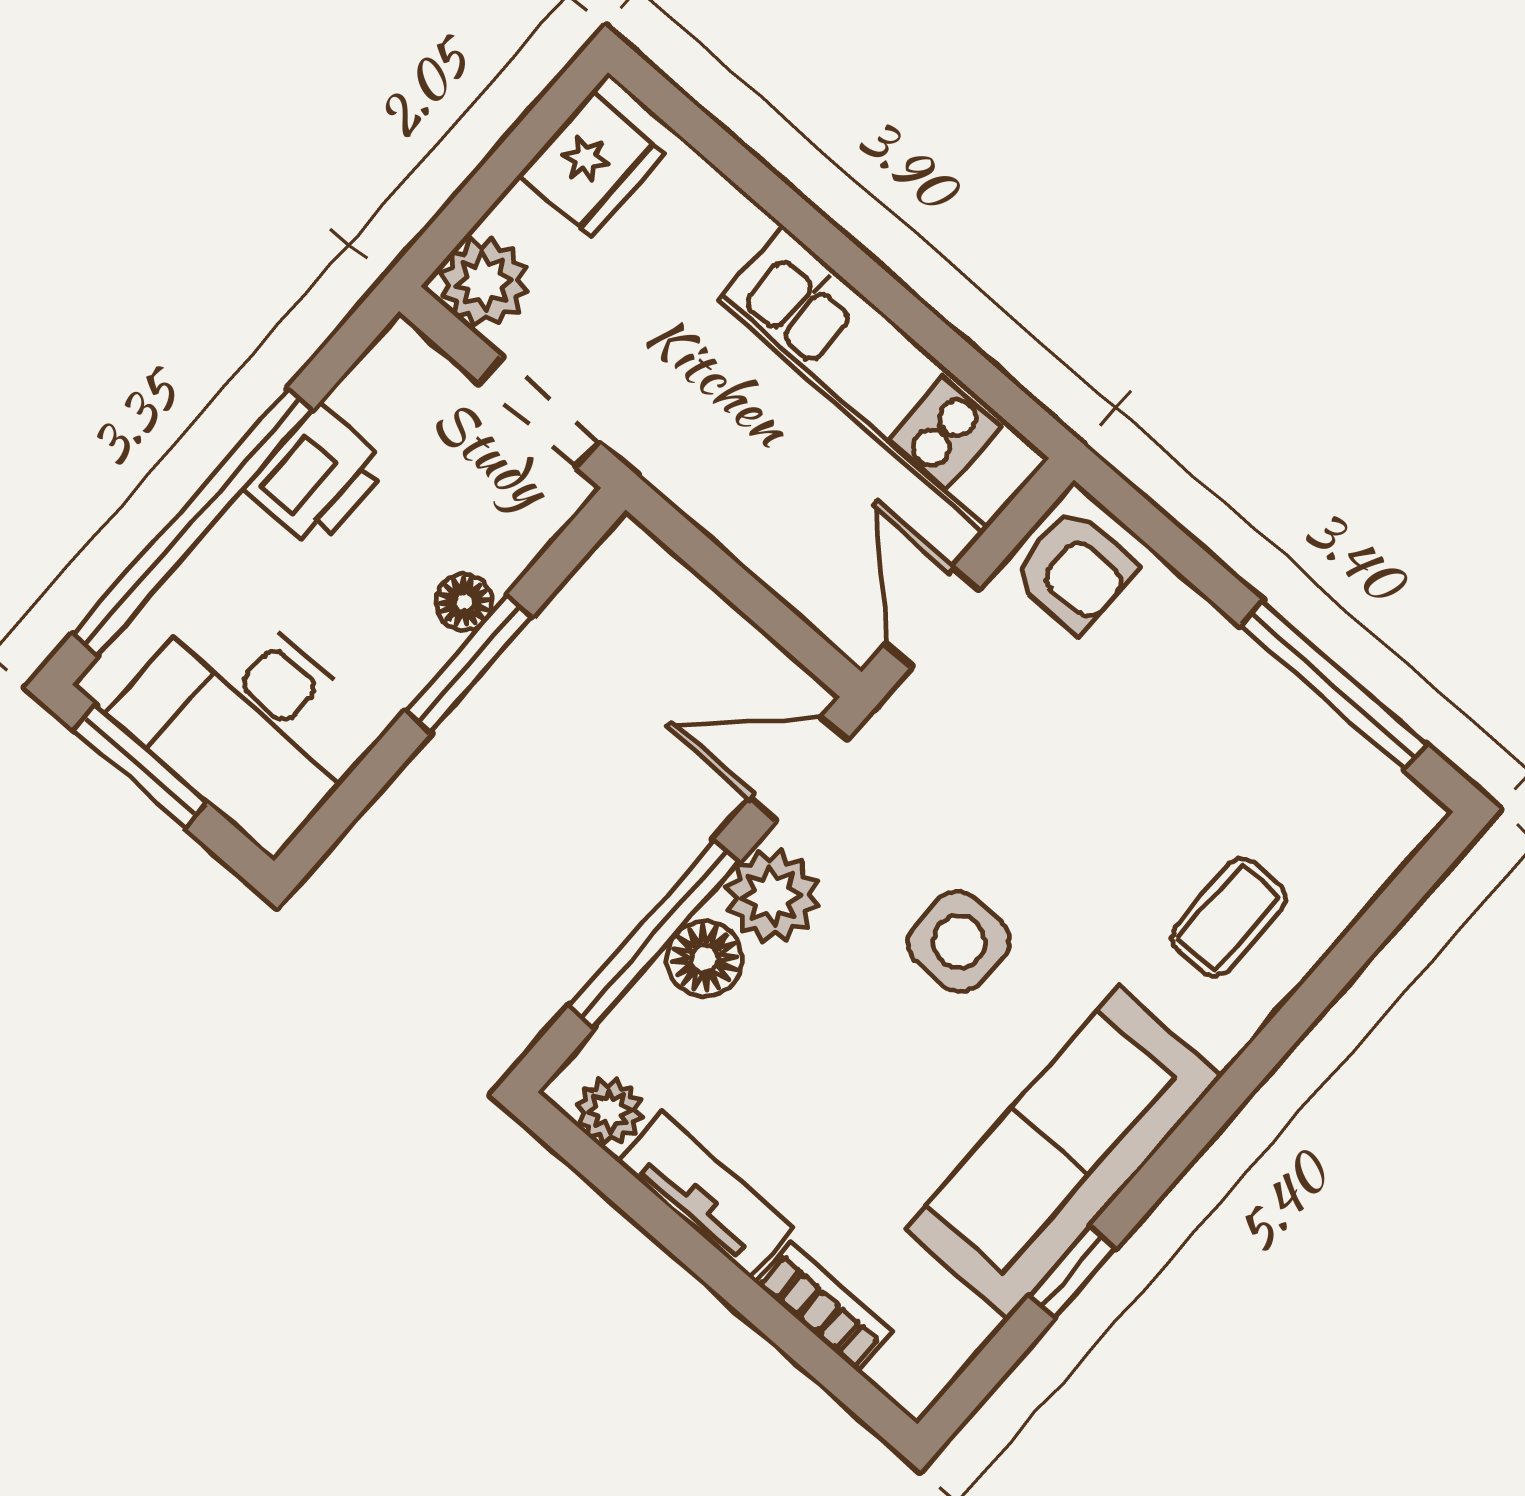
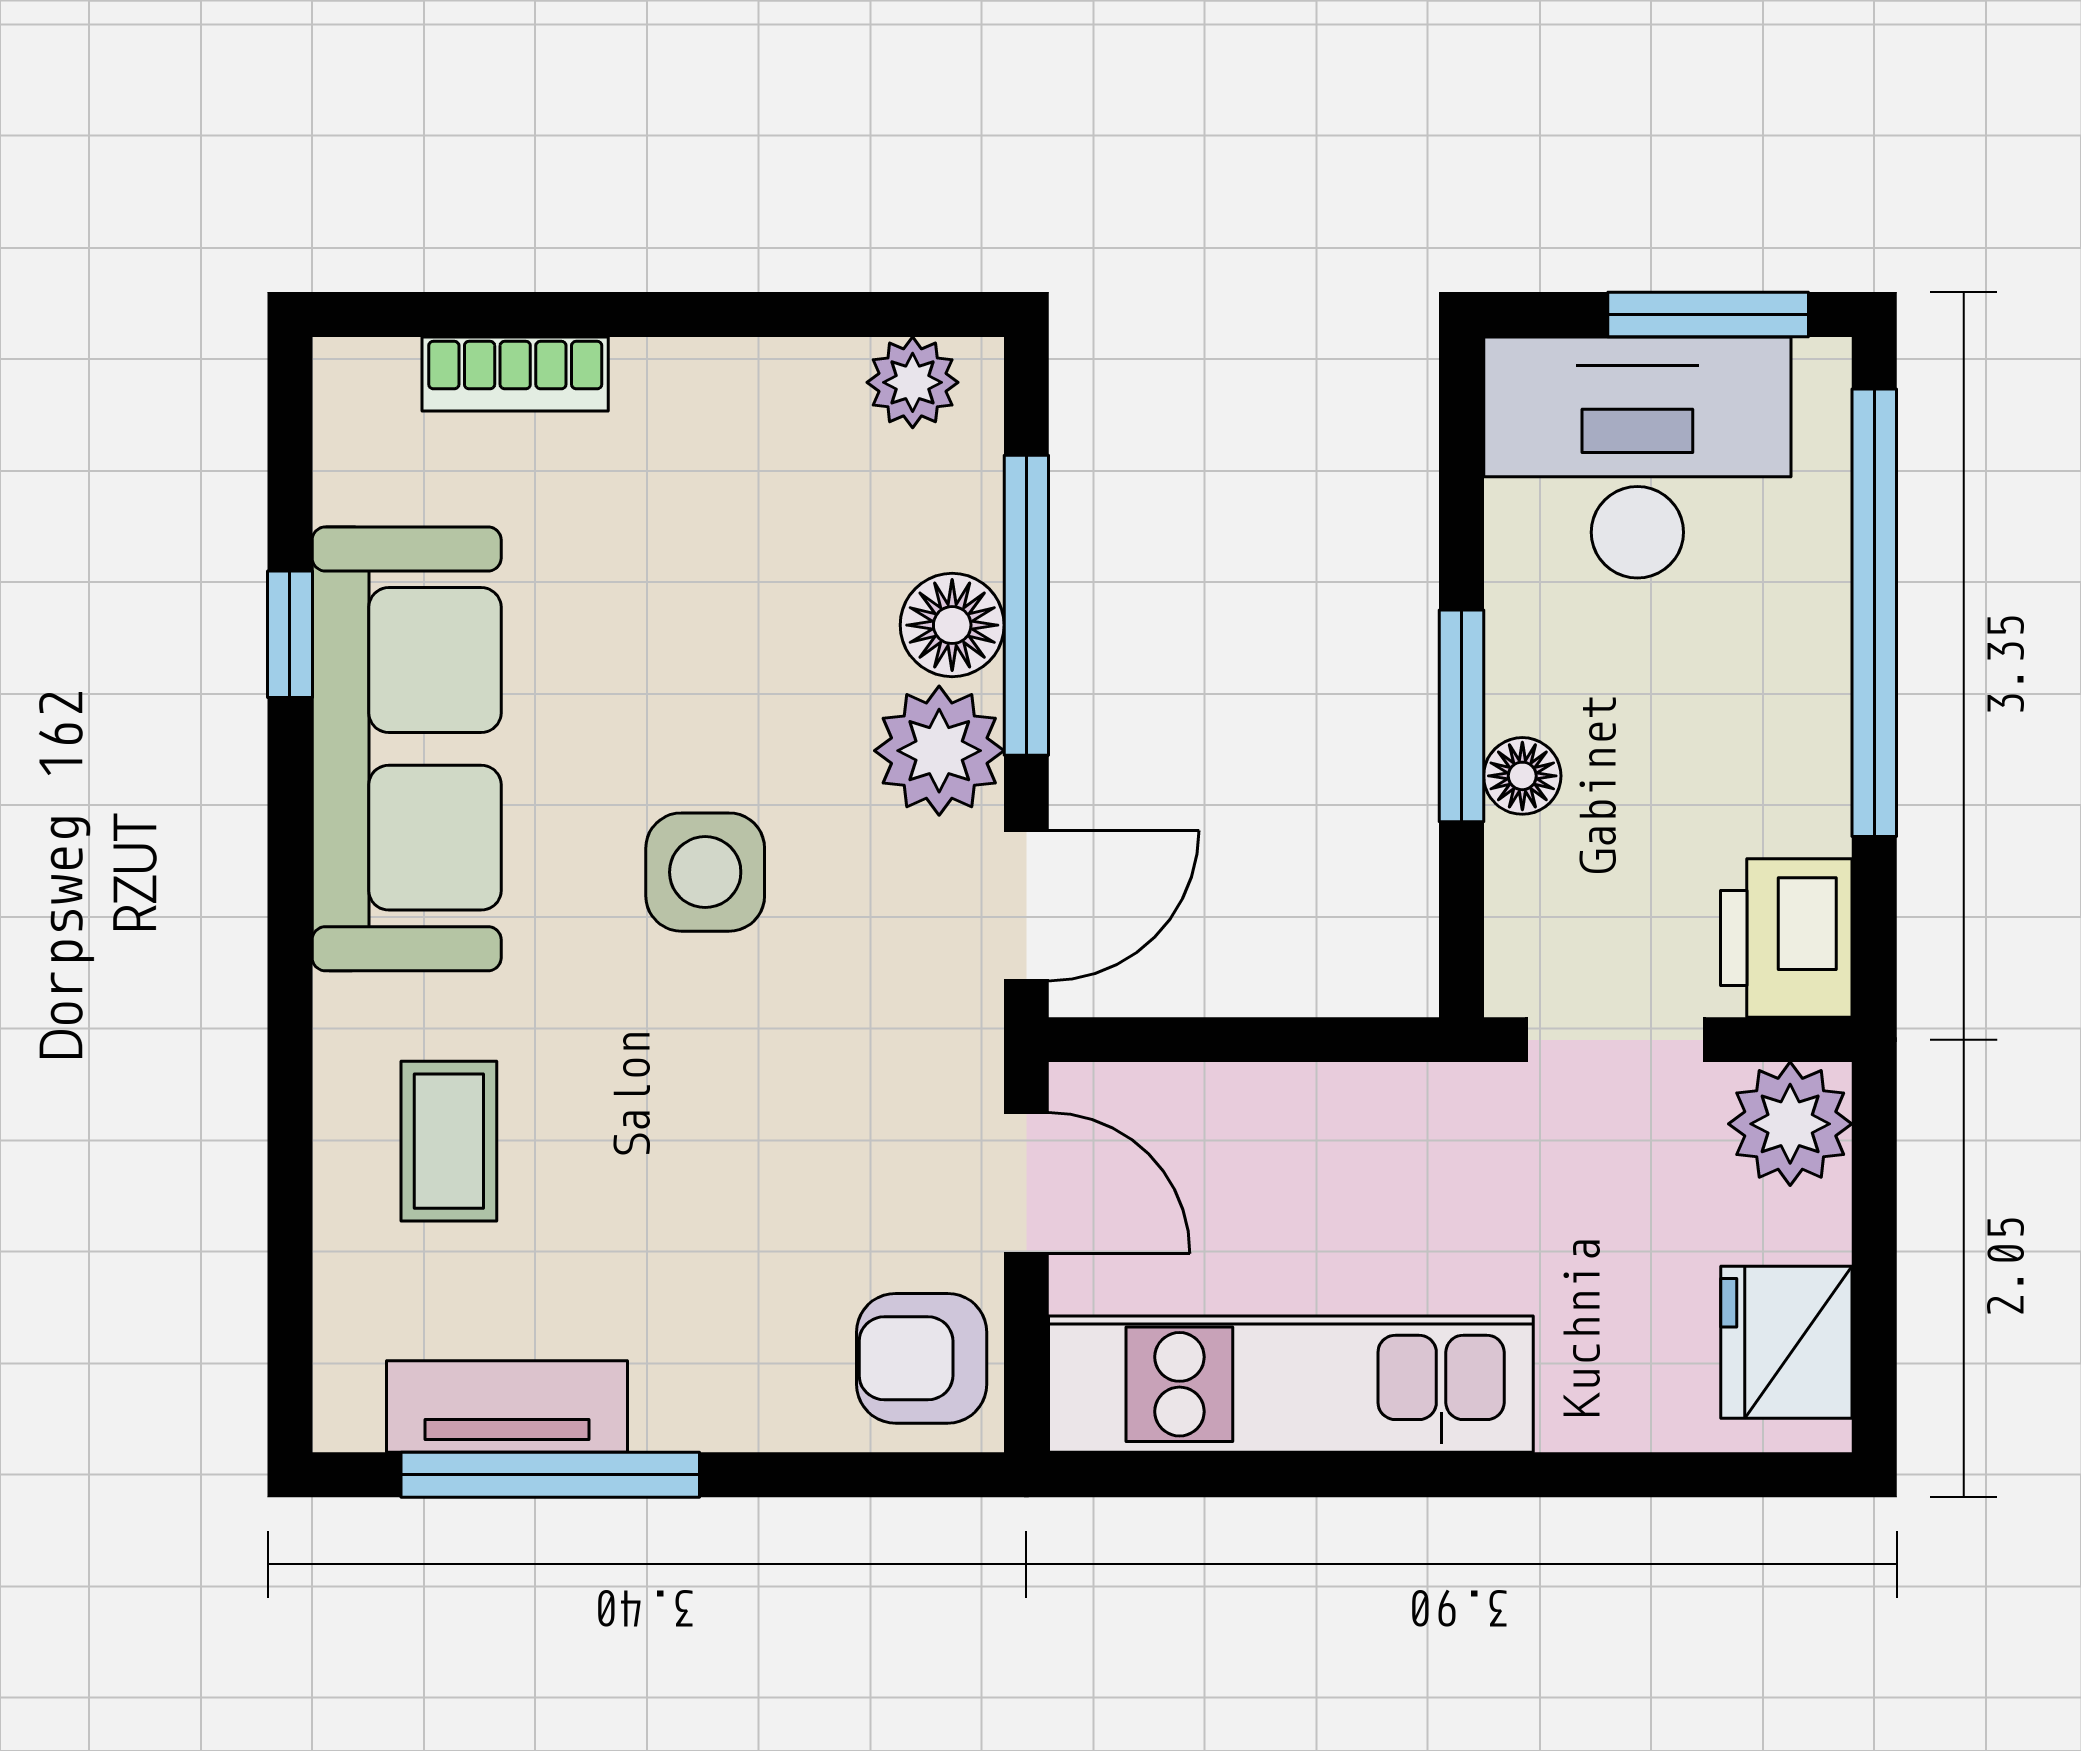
printer: (317, 477) -> (1786, 938), moved
tv unit: (706, 1195) -> (507, 1407), moved, turned 180

